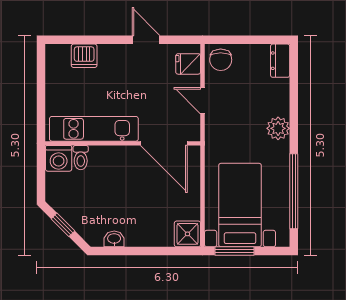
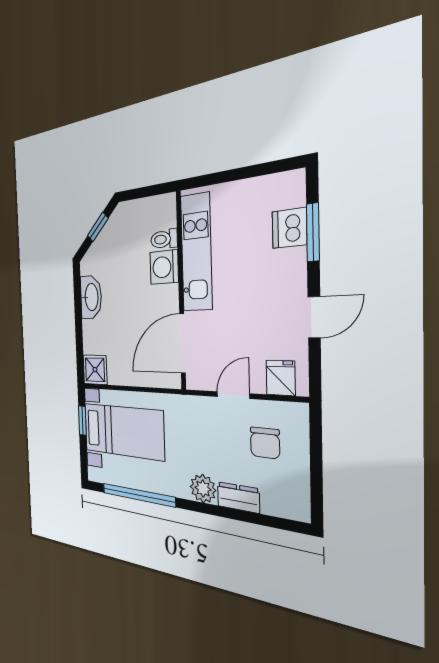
window: (89, 40) -> (313, 232), added
chair: (221, 60) -> (265, 443), moved, turned -90
dresser: (280, 61) -> (238, 497), moved
washing machine: (59, 158) -> (164, 267), moved
washbasin: (114, 239) -> (91, 297), width x1.91, depth x1.45
window: (235, 251) -> (82, 420), width x0.67

